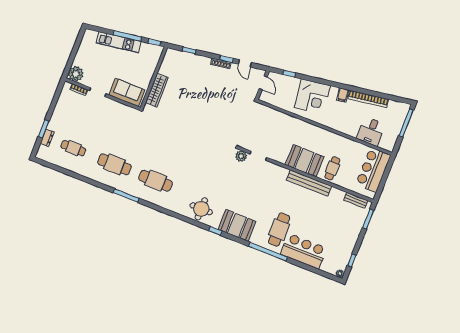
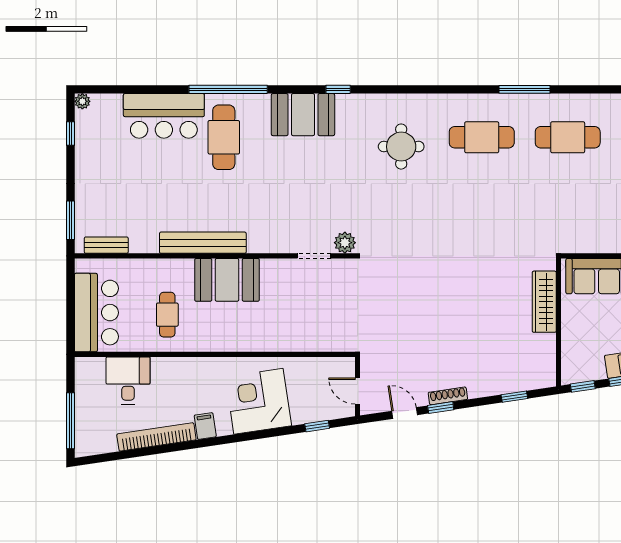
cafe table: (332, 168) -> (167, 315), moved
round table: (201, 209) -> (401, 147), moved

